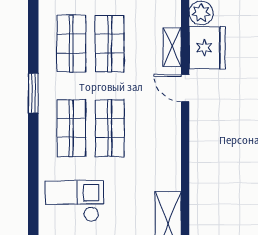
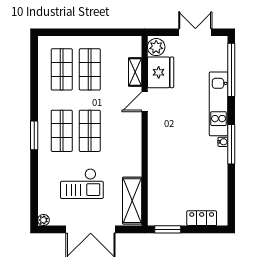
door: (185, 88) -> (145, 102), hinge flipped
window: (33, 93) -> (34, 135), moved
checkout: (74, 201) -> (82, 184), moved, turned 180

